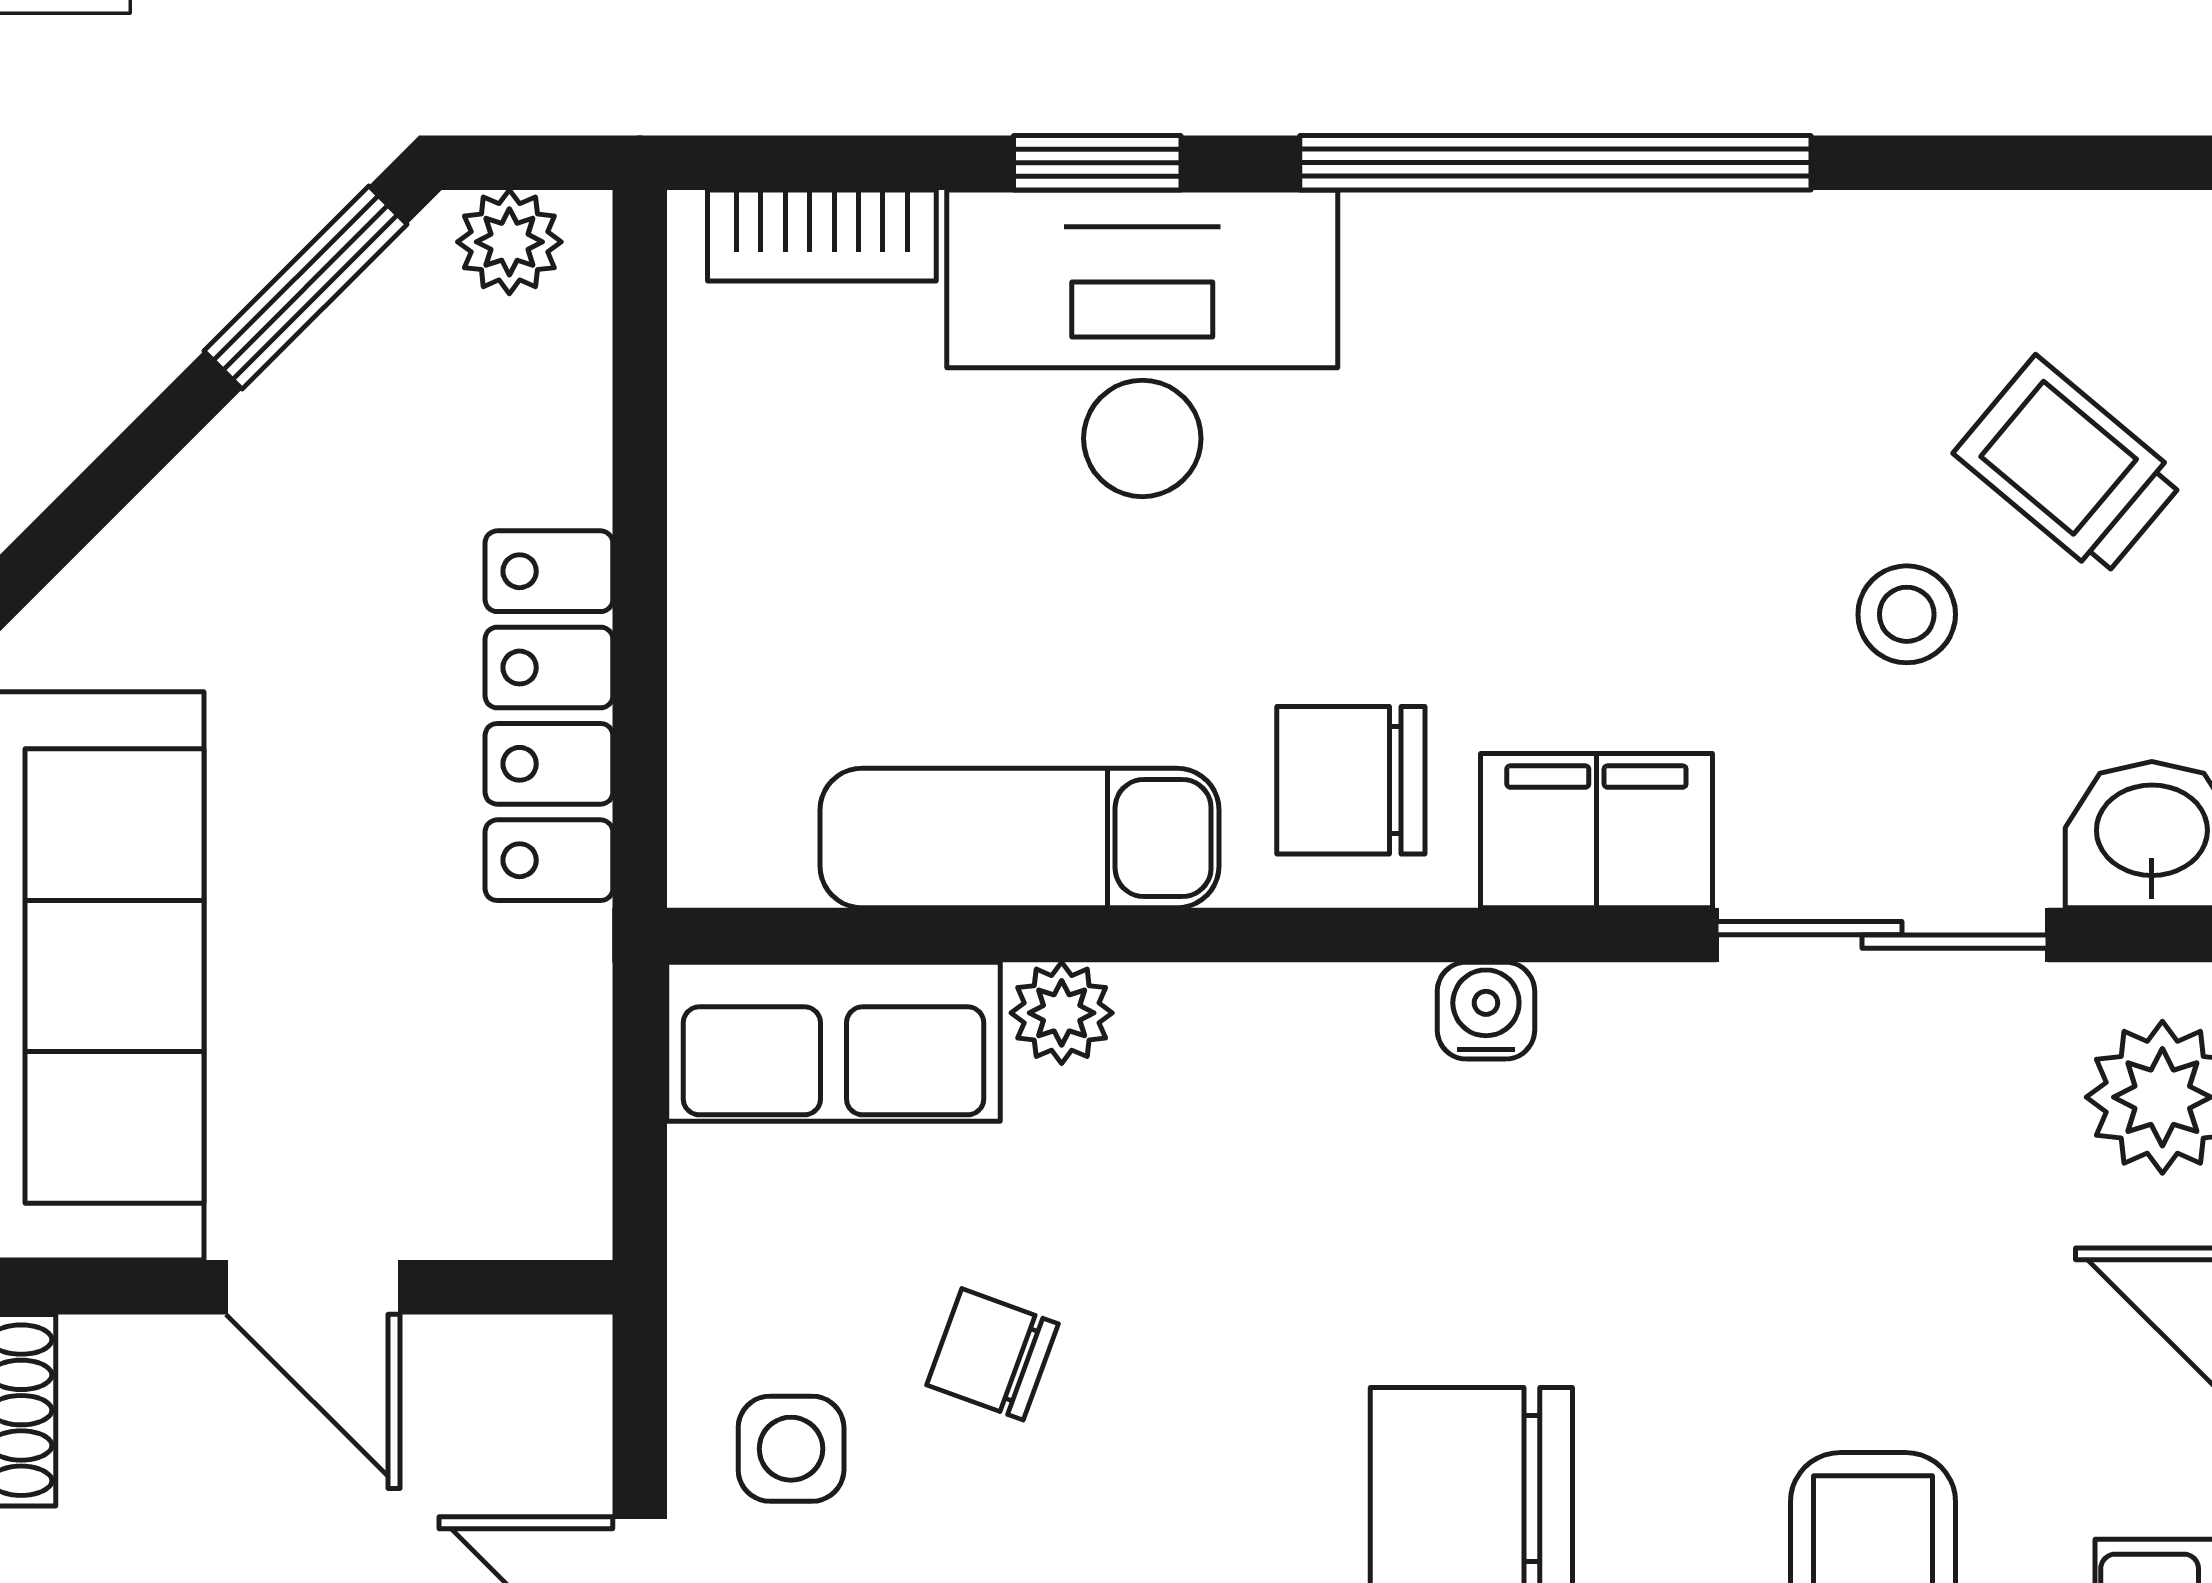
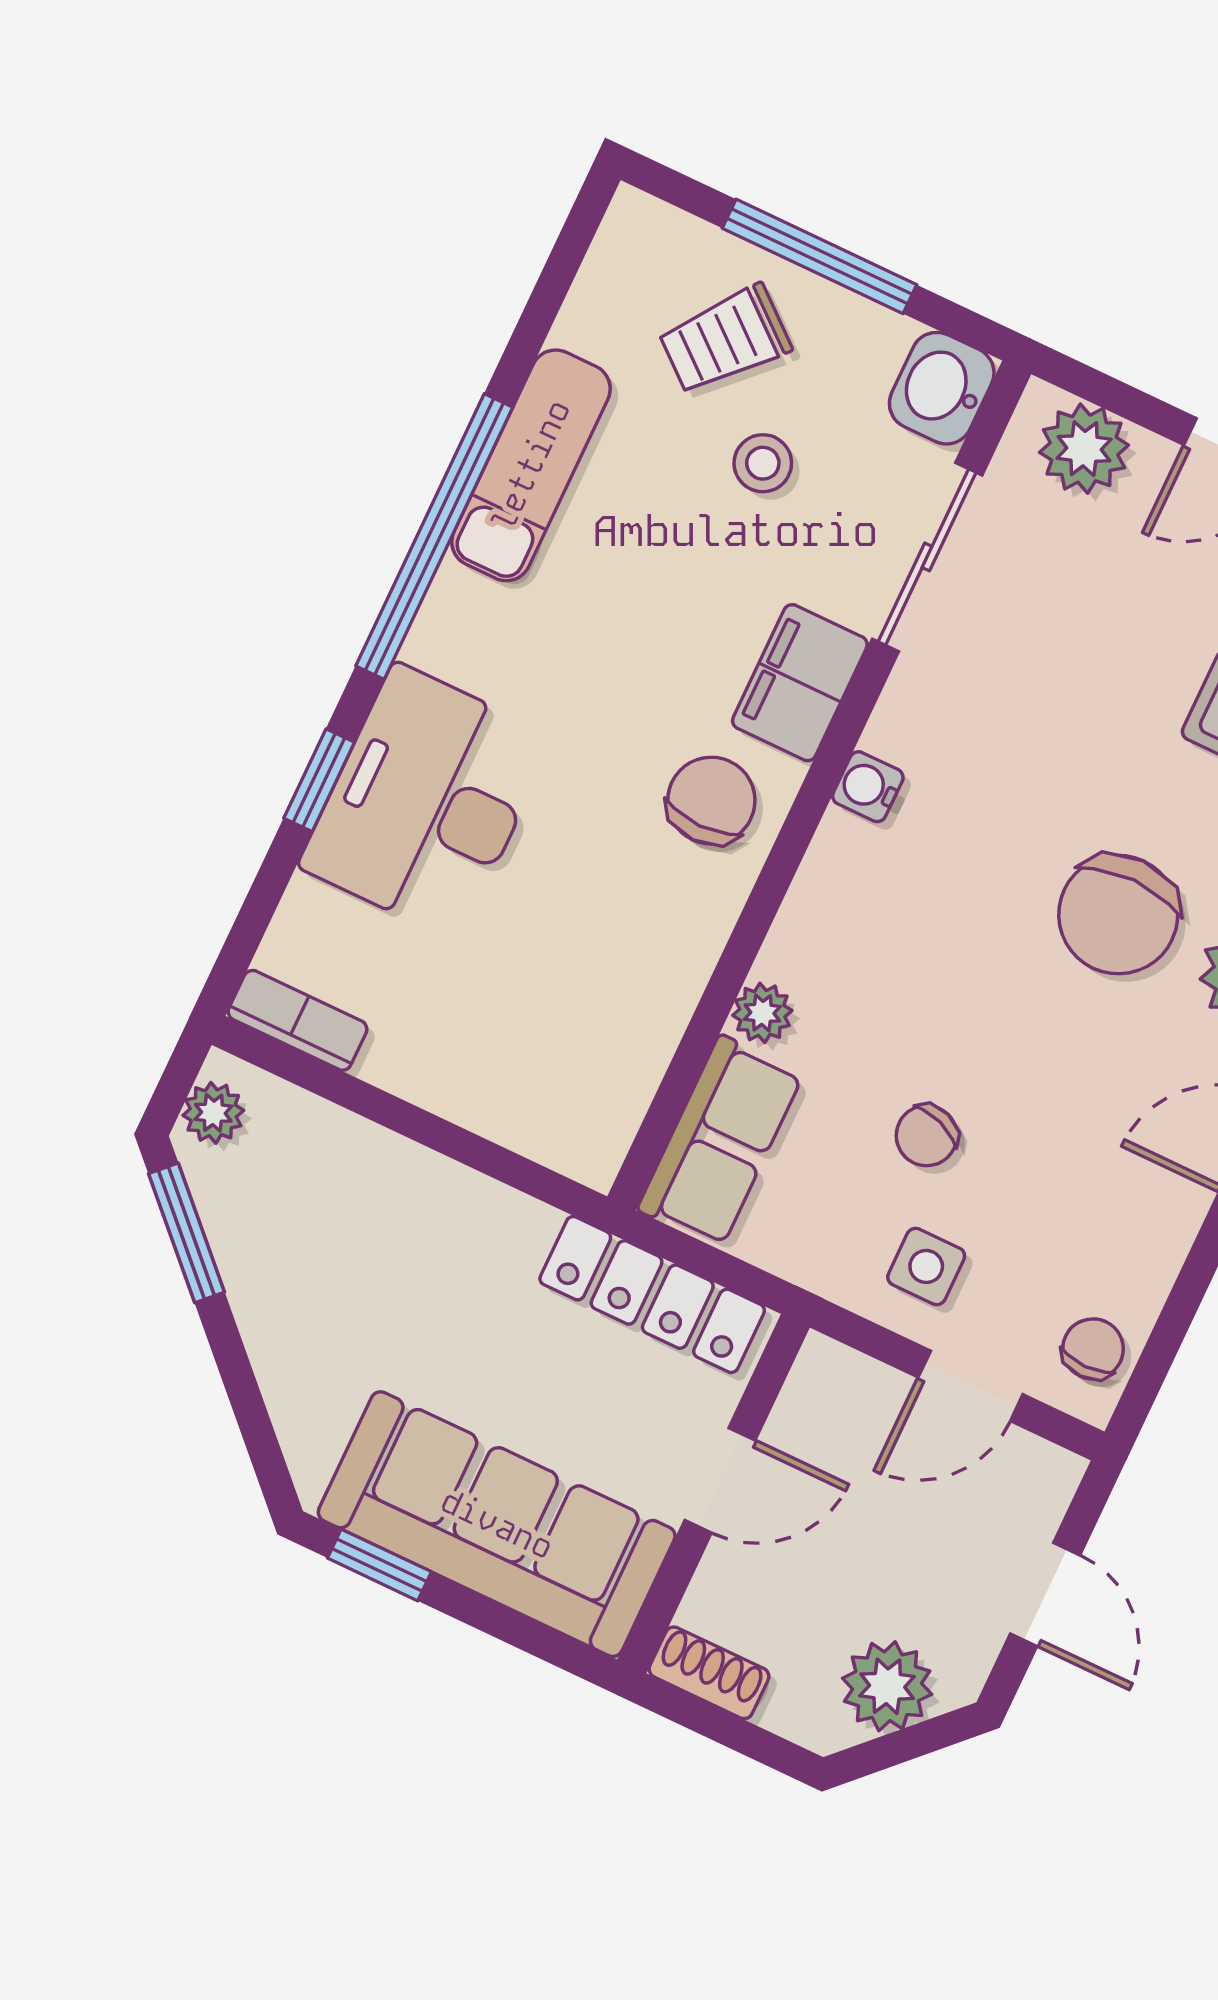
bookcase: (822, 235) -> (298, 1020), moved, turned -90
locker: (549, 716) -> (652, 1295), moved
chair: (1351, 780) -> (711, 801), turned 180
exam couch: (1019, 838) -> (531, 465), moved, turned 180

